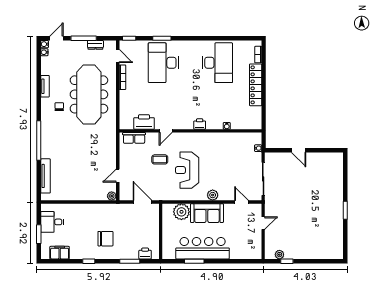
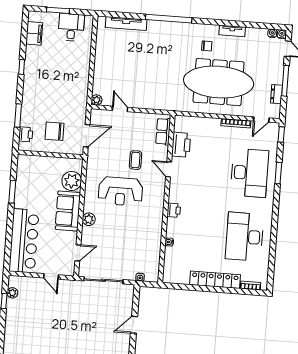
desk: (163, 63) -> (249, 173), turned 90
desk: (217, 63) -> (245, 237), turned 90
reception desk: (187, 170) -> (120, 191), turned 180
chair: (105, 239) -> (54, 131), moved, turned 90
bar counter: (203, 248) -> (24, 241), moved

